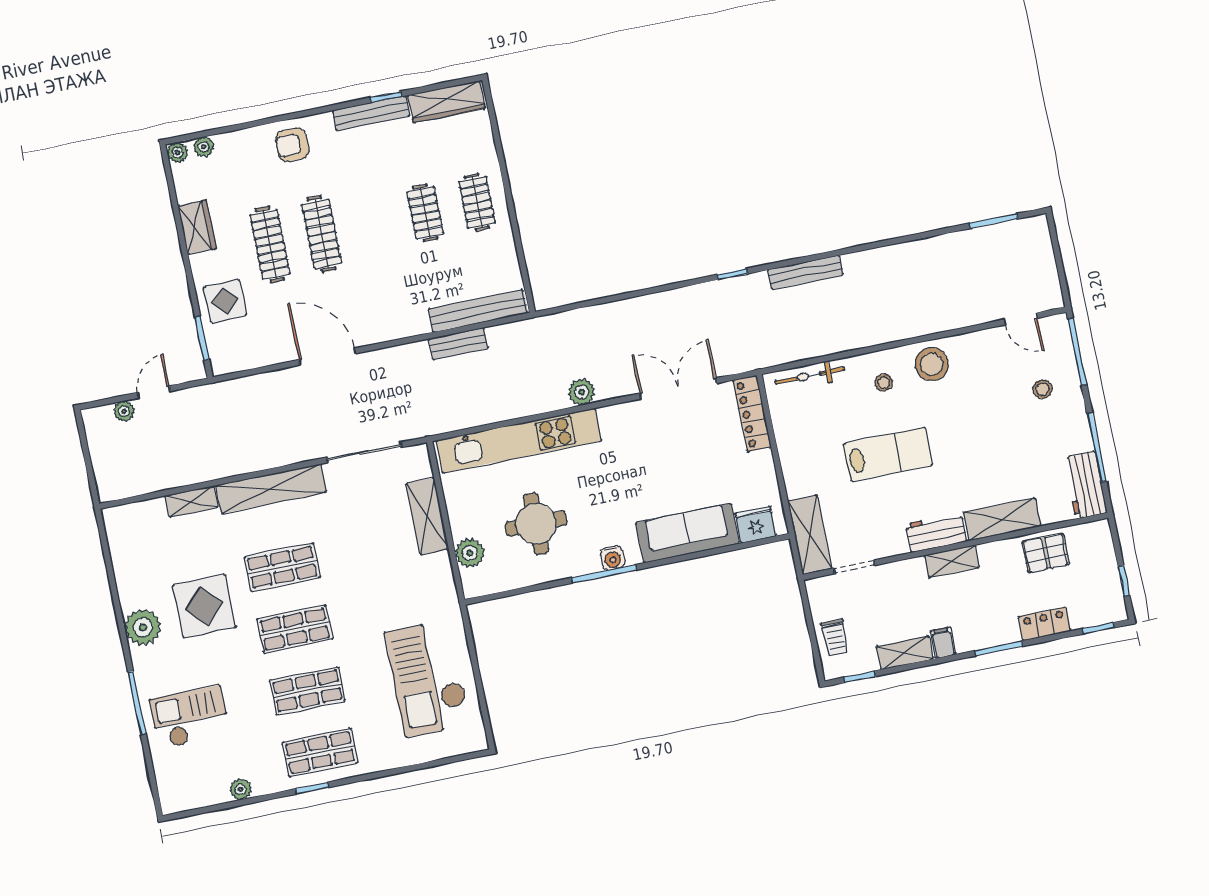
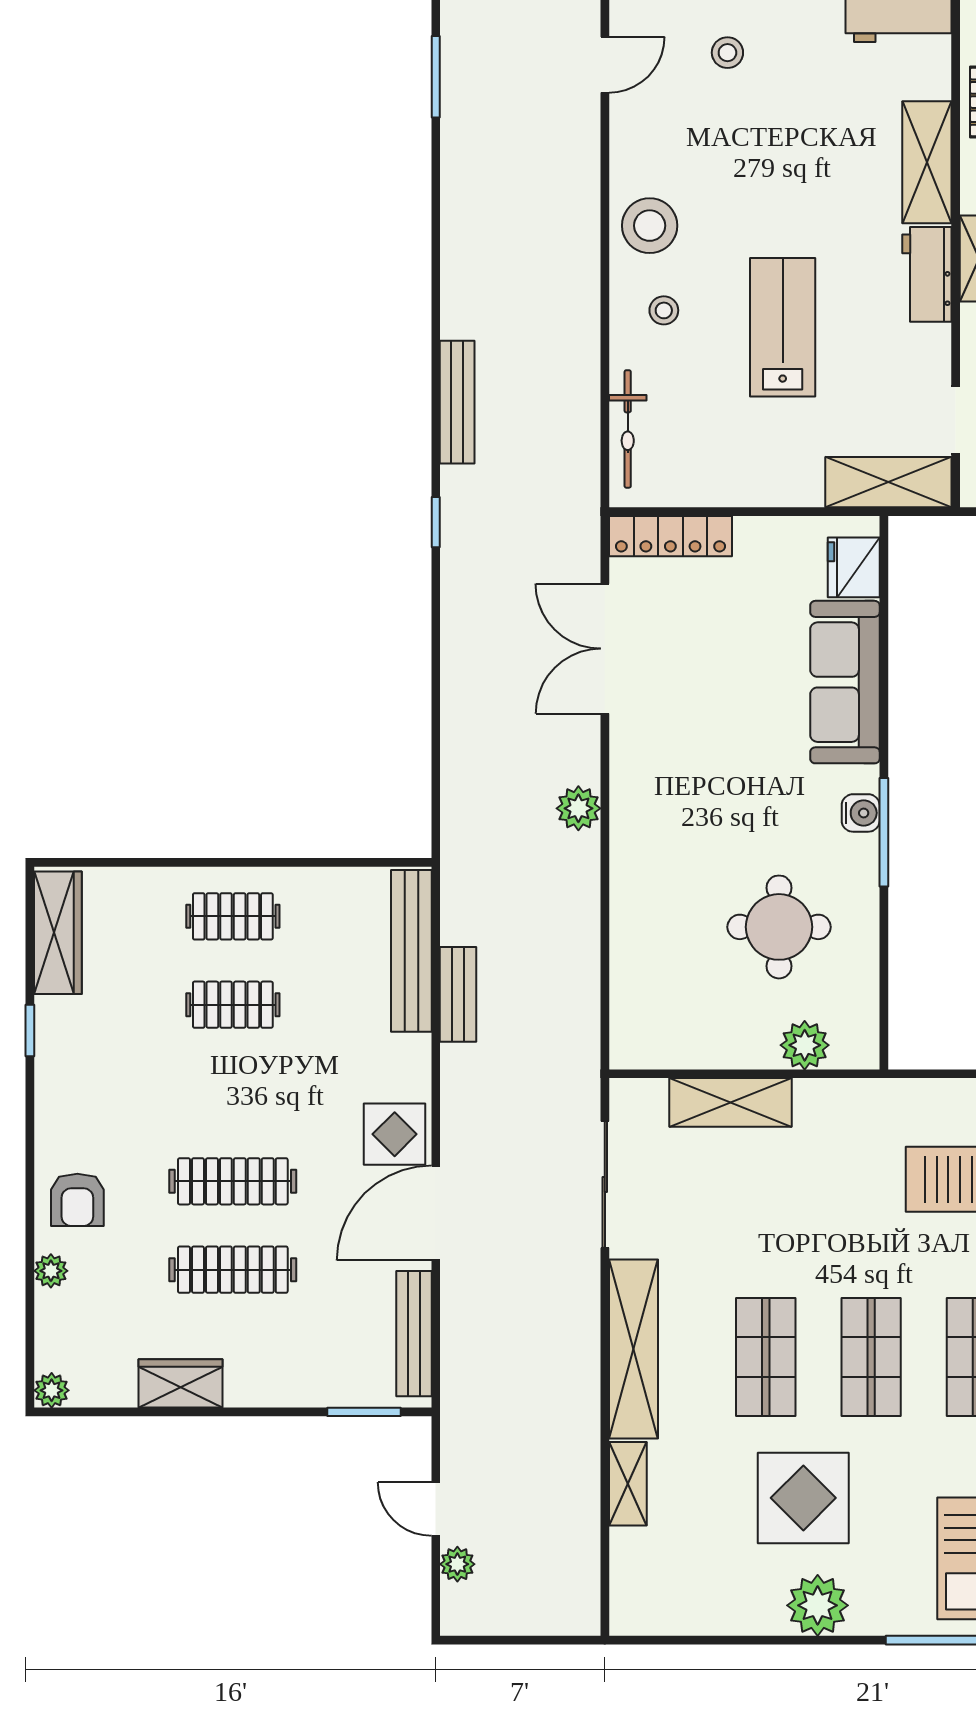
bench: (371, 113) -> (414, 1334), moved
plant: (204, 147) -> (51, 1271), moved
display table: (225, 301) -> (395, 1134), moved
kitchen unit: (519, 441) -> (637, 927), removed

